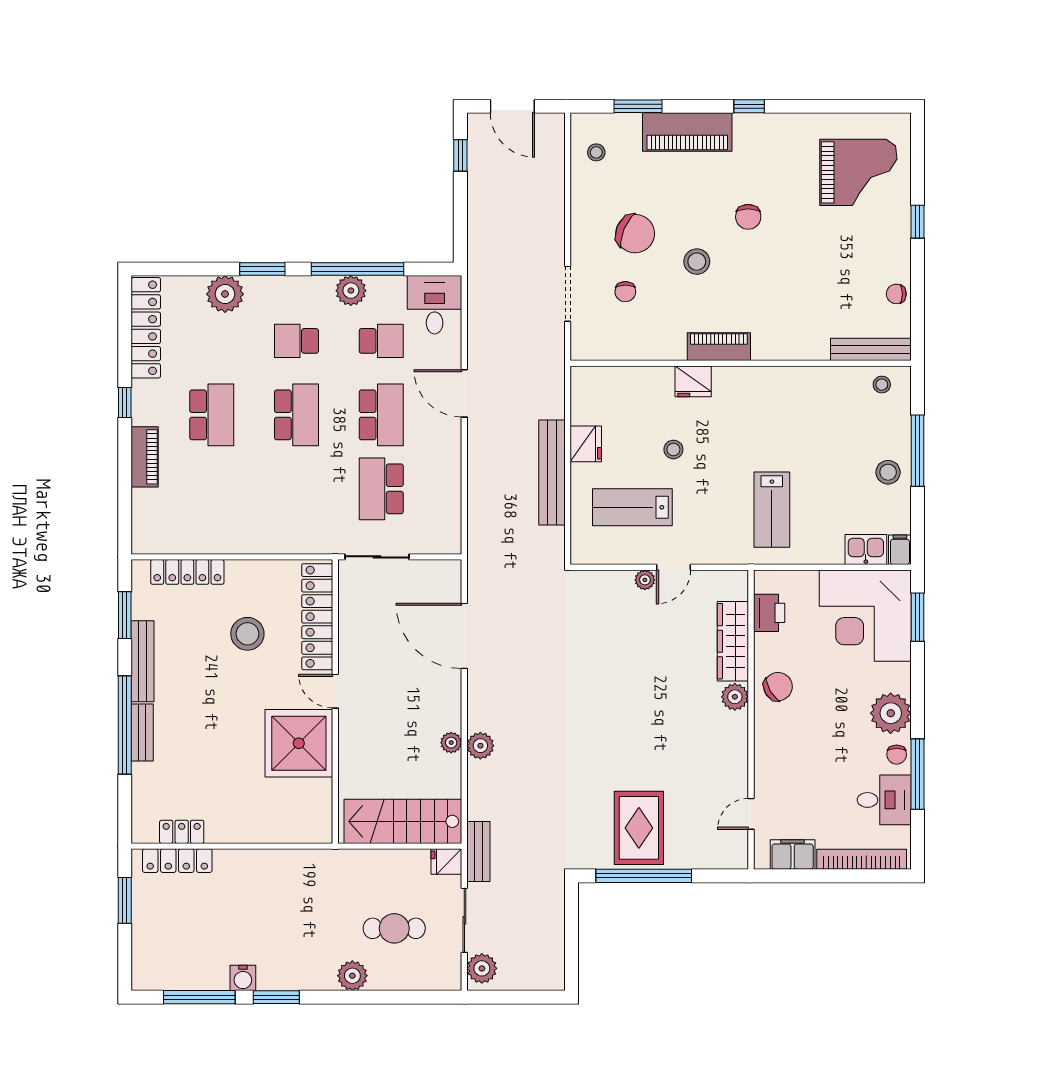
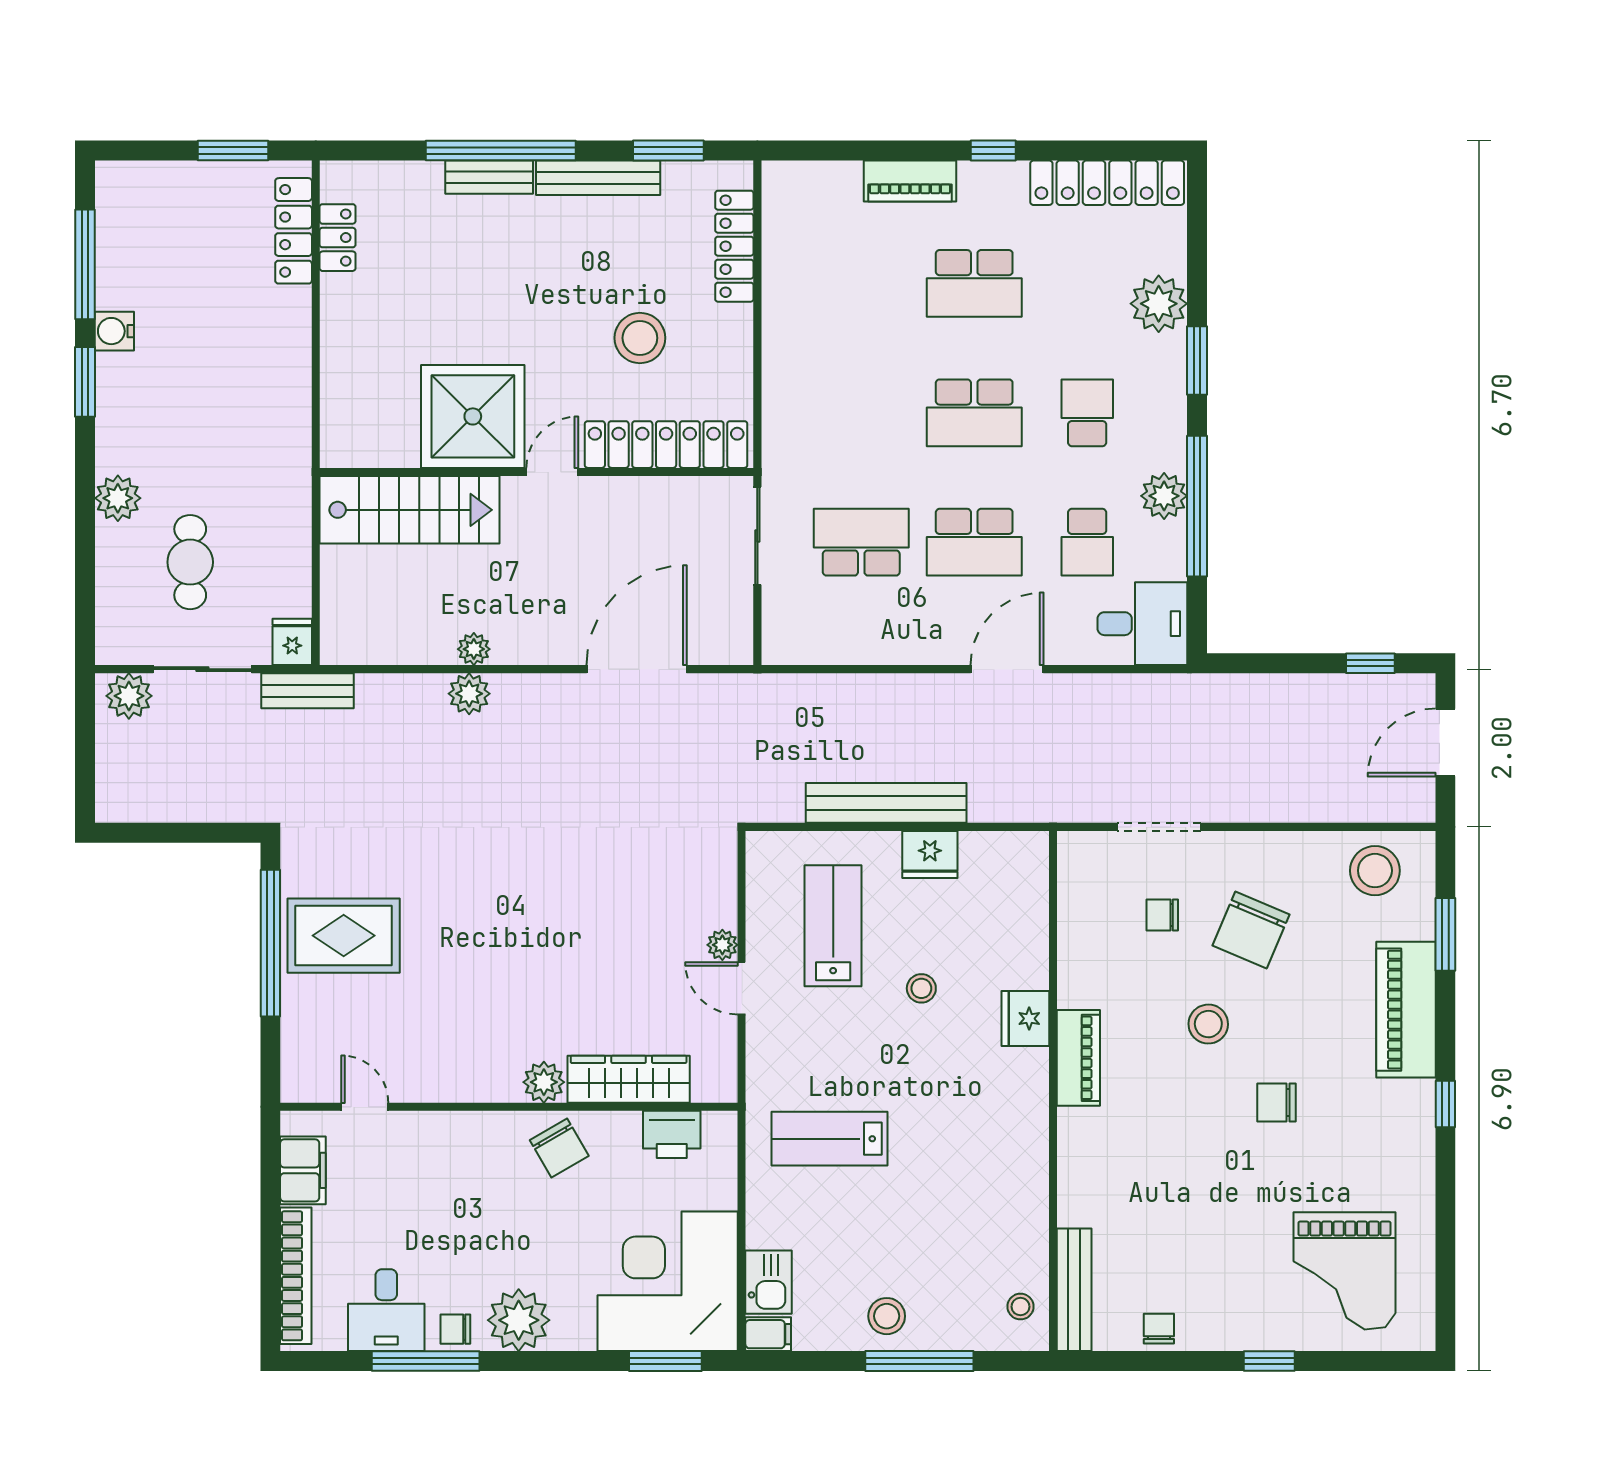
stool: (596, 152) -> (1375, 871), width x1.89, depth x1.89
stairs: (403, 821) -> (409, 510), moved, turned 90

